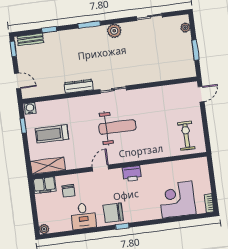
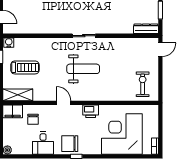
dresser: (79, 86) -> (146, 29), moved
treadmill: (52, 134) -> (25, 67), turned 180
door: (100, 168) -> (64, 103), hinge flipped
corner desk: (177, 200) -> (122, 134), width x1.36, depth x1.36

